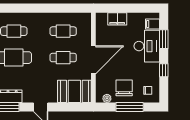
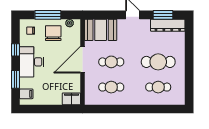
filing cabinet: (117, 19) -> (71, 99), moved
desk: (147, 46) -> (32, 62), moved
chair: (124, 88) -> (53, 33), turned 180

